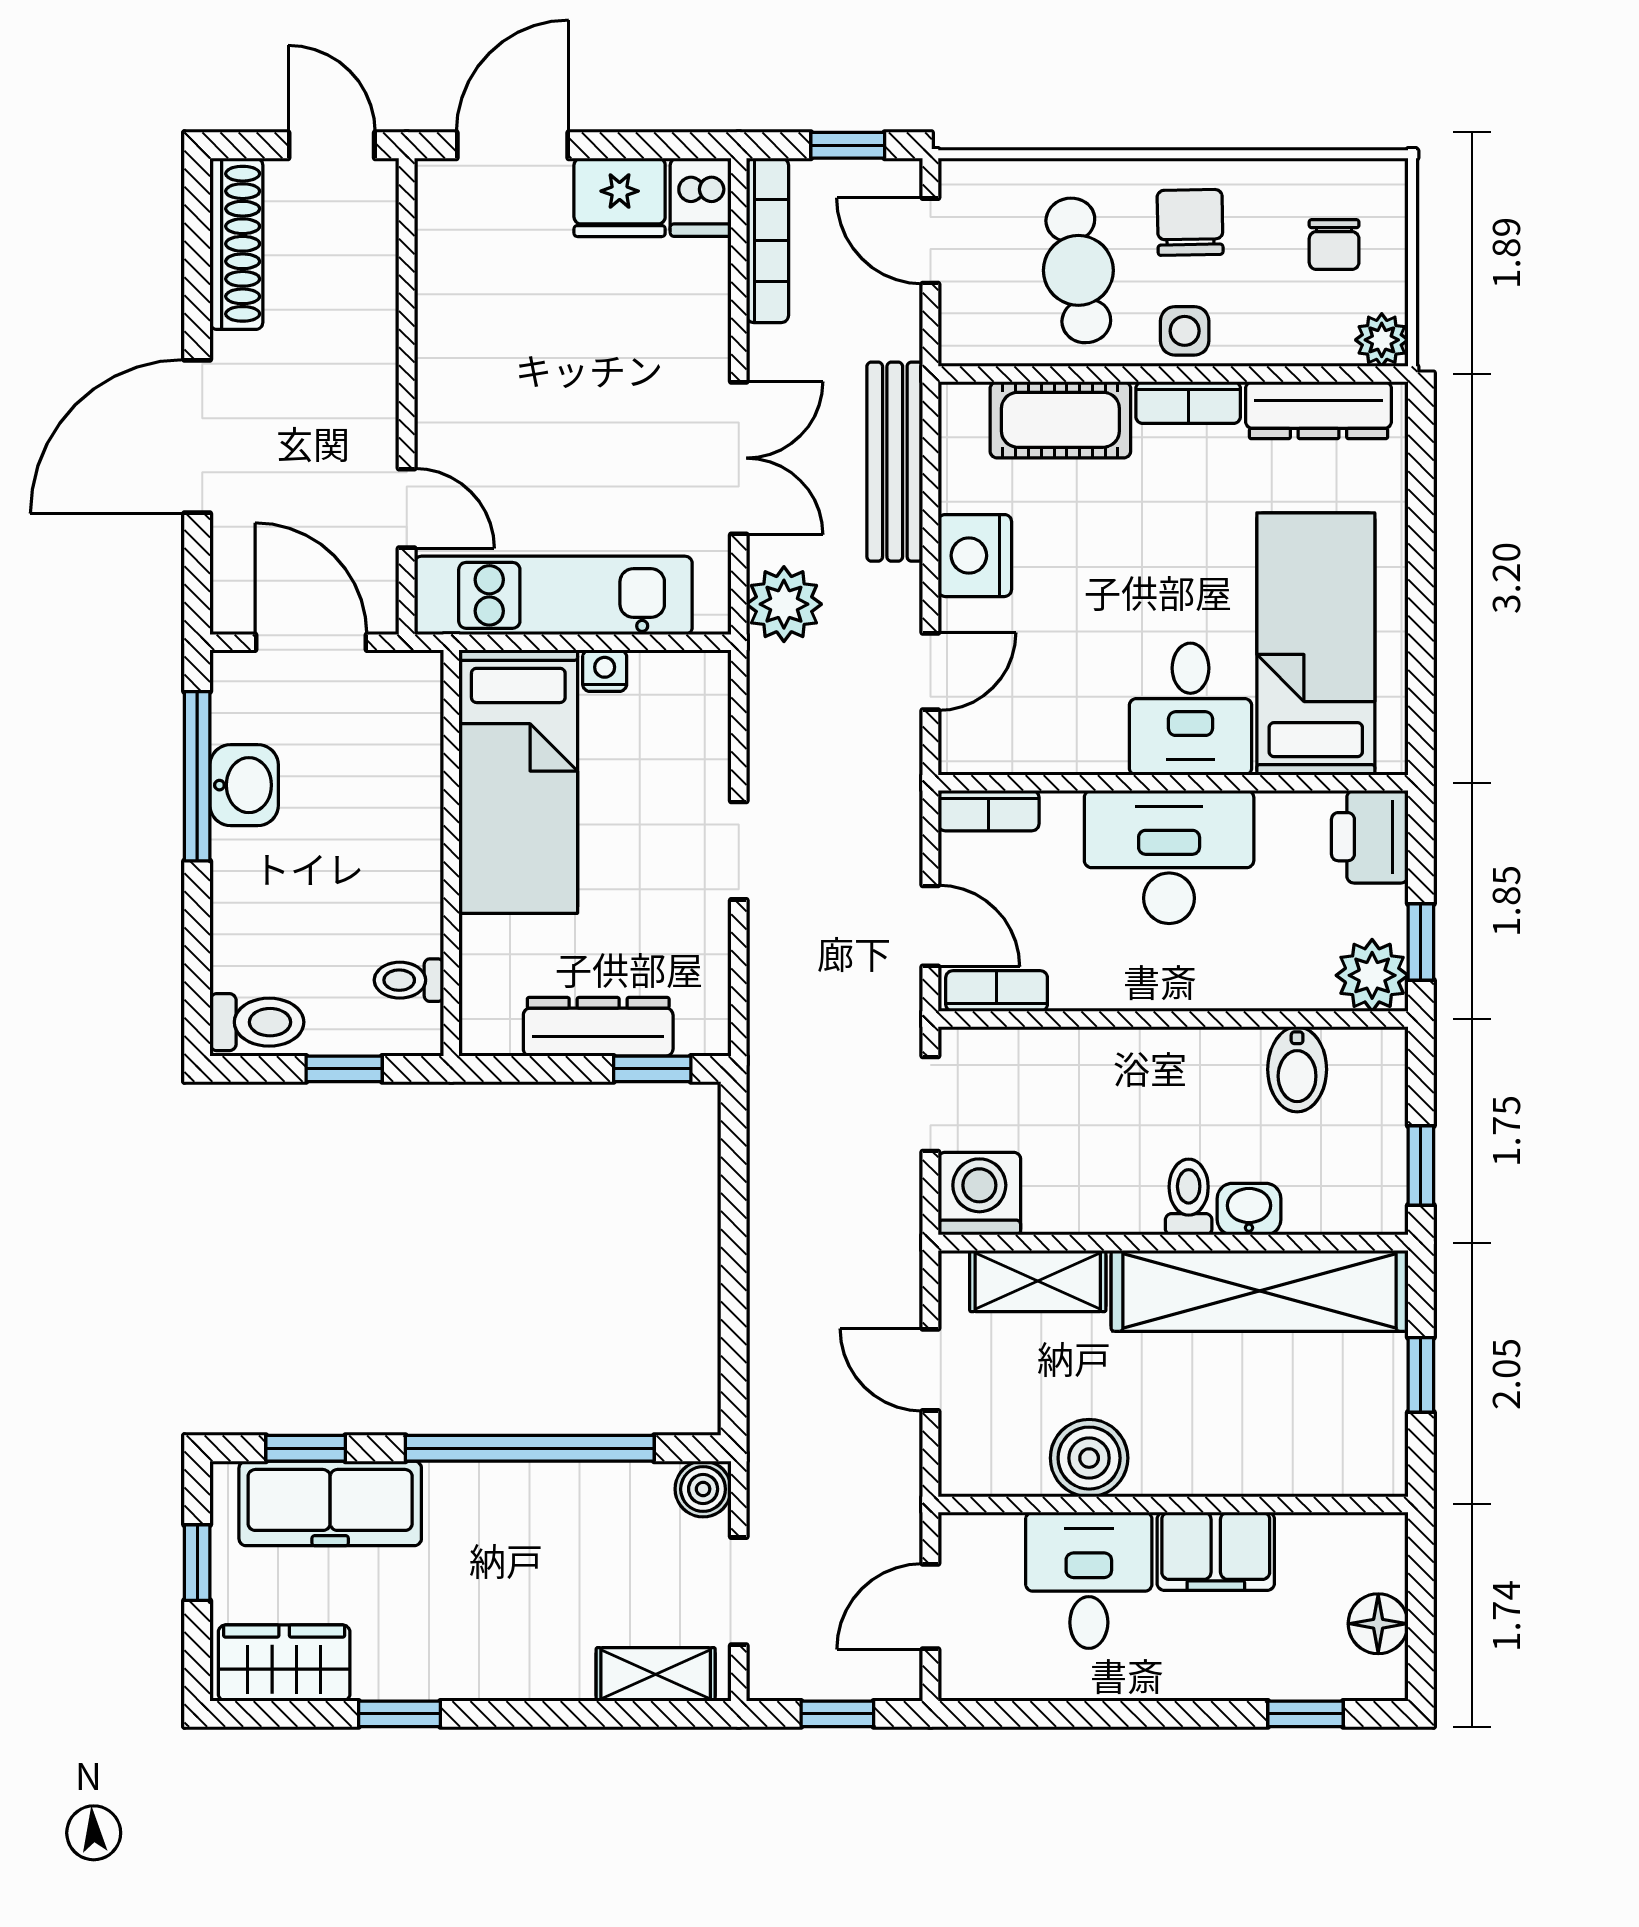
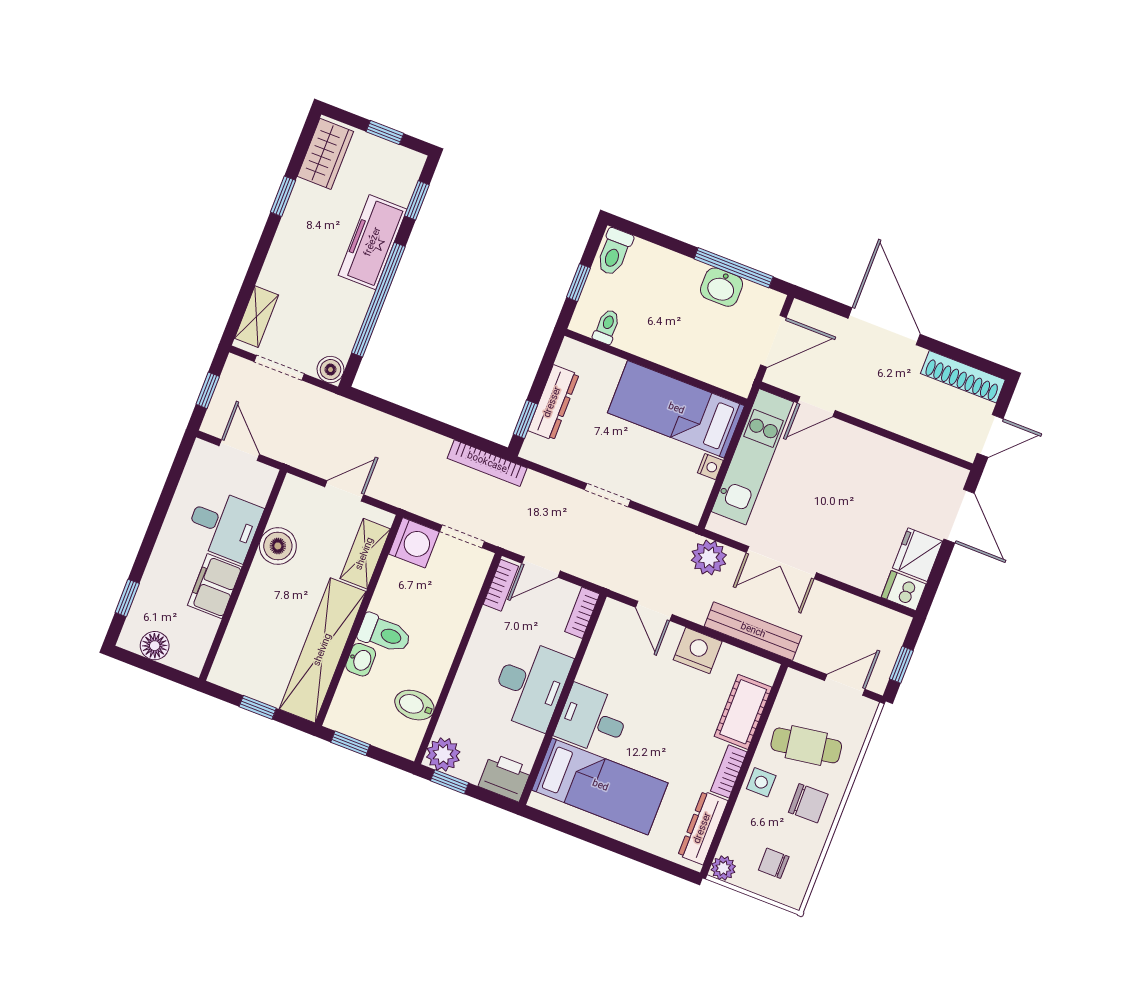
bookcase: (767, 240) -> (487, 463), moved
toilet: (1189, 1197) -> (384, 634), width x1.37, depth x1.39
freezer: (330, 1503) -> (373, 242), moved

